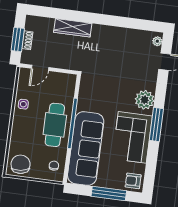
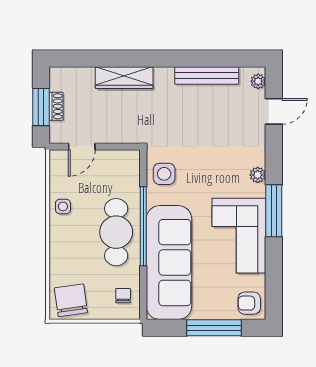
bench: (125, 33) -> (207, 76), added
side table: (90, 92) -> (164, 174), added
plant: (145, 100) -> (258, 175), width x0.53, depth x0.53

